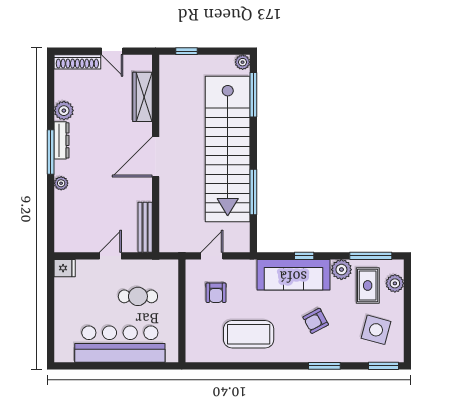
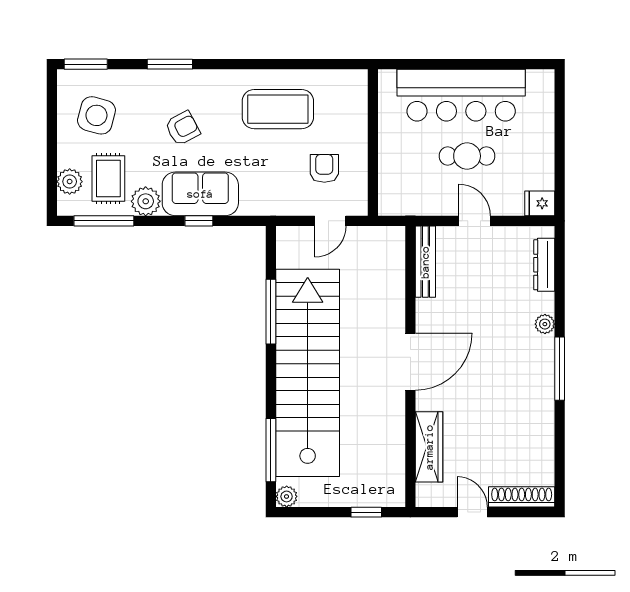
plant: (64, 111) -> (541, 428), removed
dresser: (61, 140) -> (544, 265), moved
door: (110, 256) -> (475, 221), swing flipped
sofa: (293, 275) -> (200, 194), width x0.73
cafe table: (138, 296) -> (467, 156), moved

